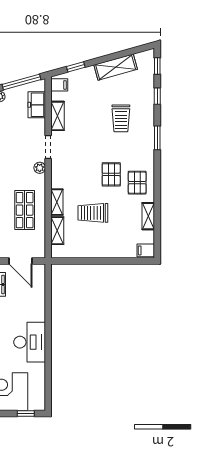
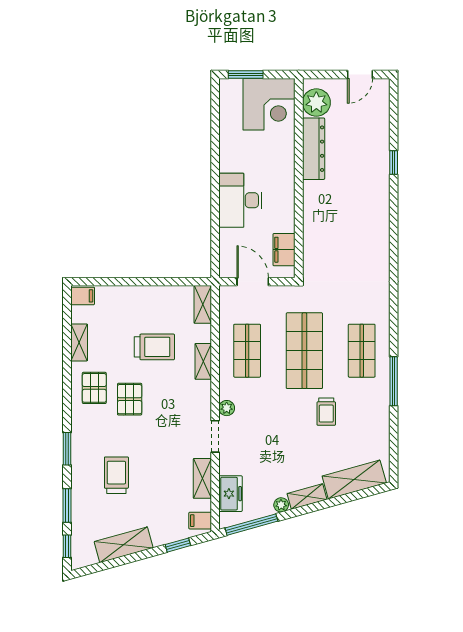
window: (157, 96) -> (67, 505), width x1.50
shelving: (57, 231) -> (203, 304), moved
desk: (30, 342) -> (240, 200), moved
window: (26, 413) -> (246, 75), width x1.50

